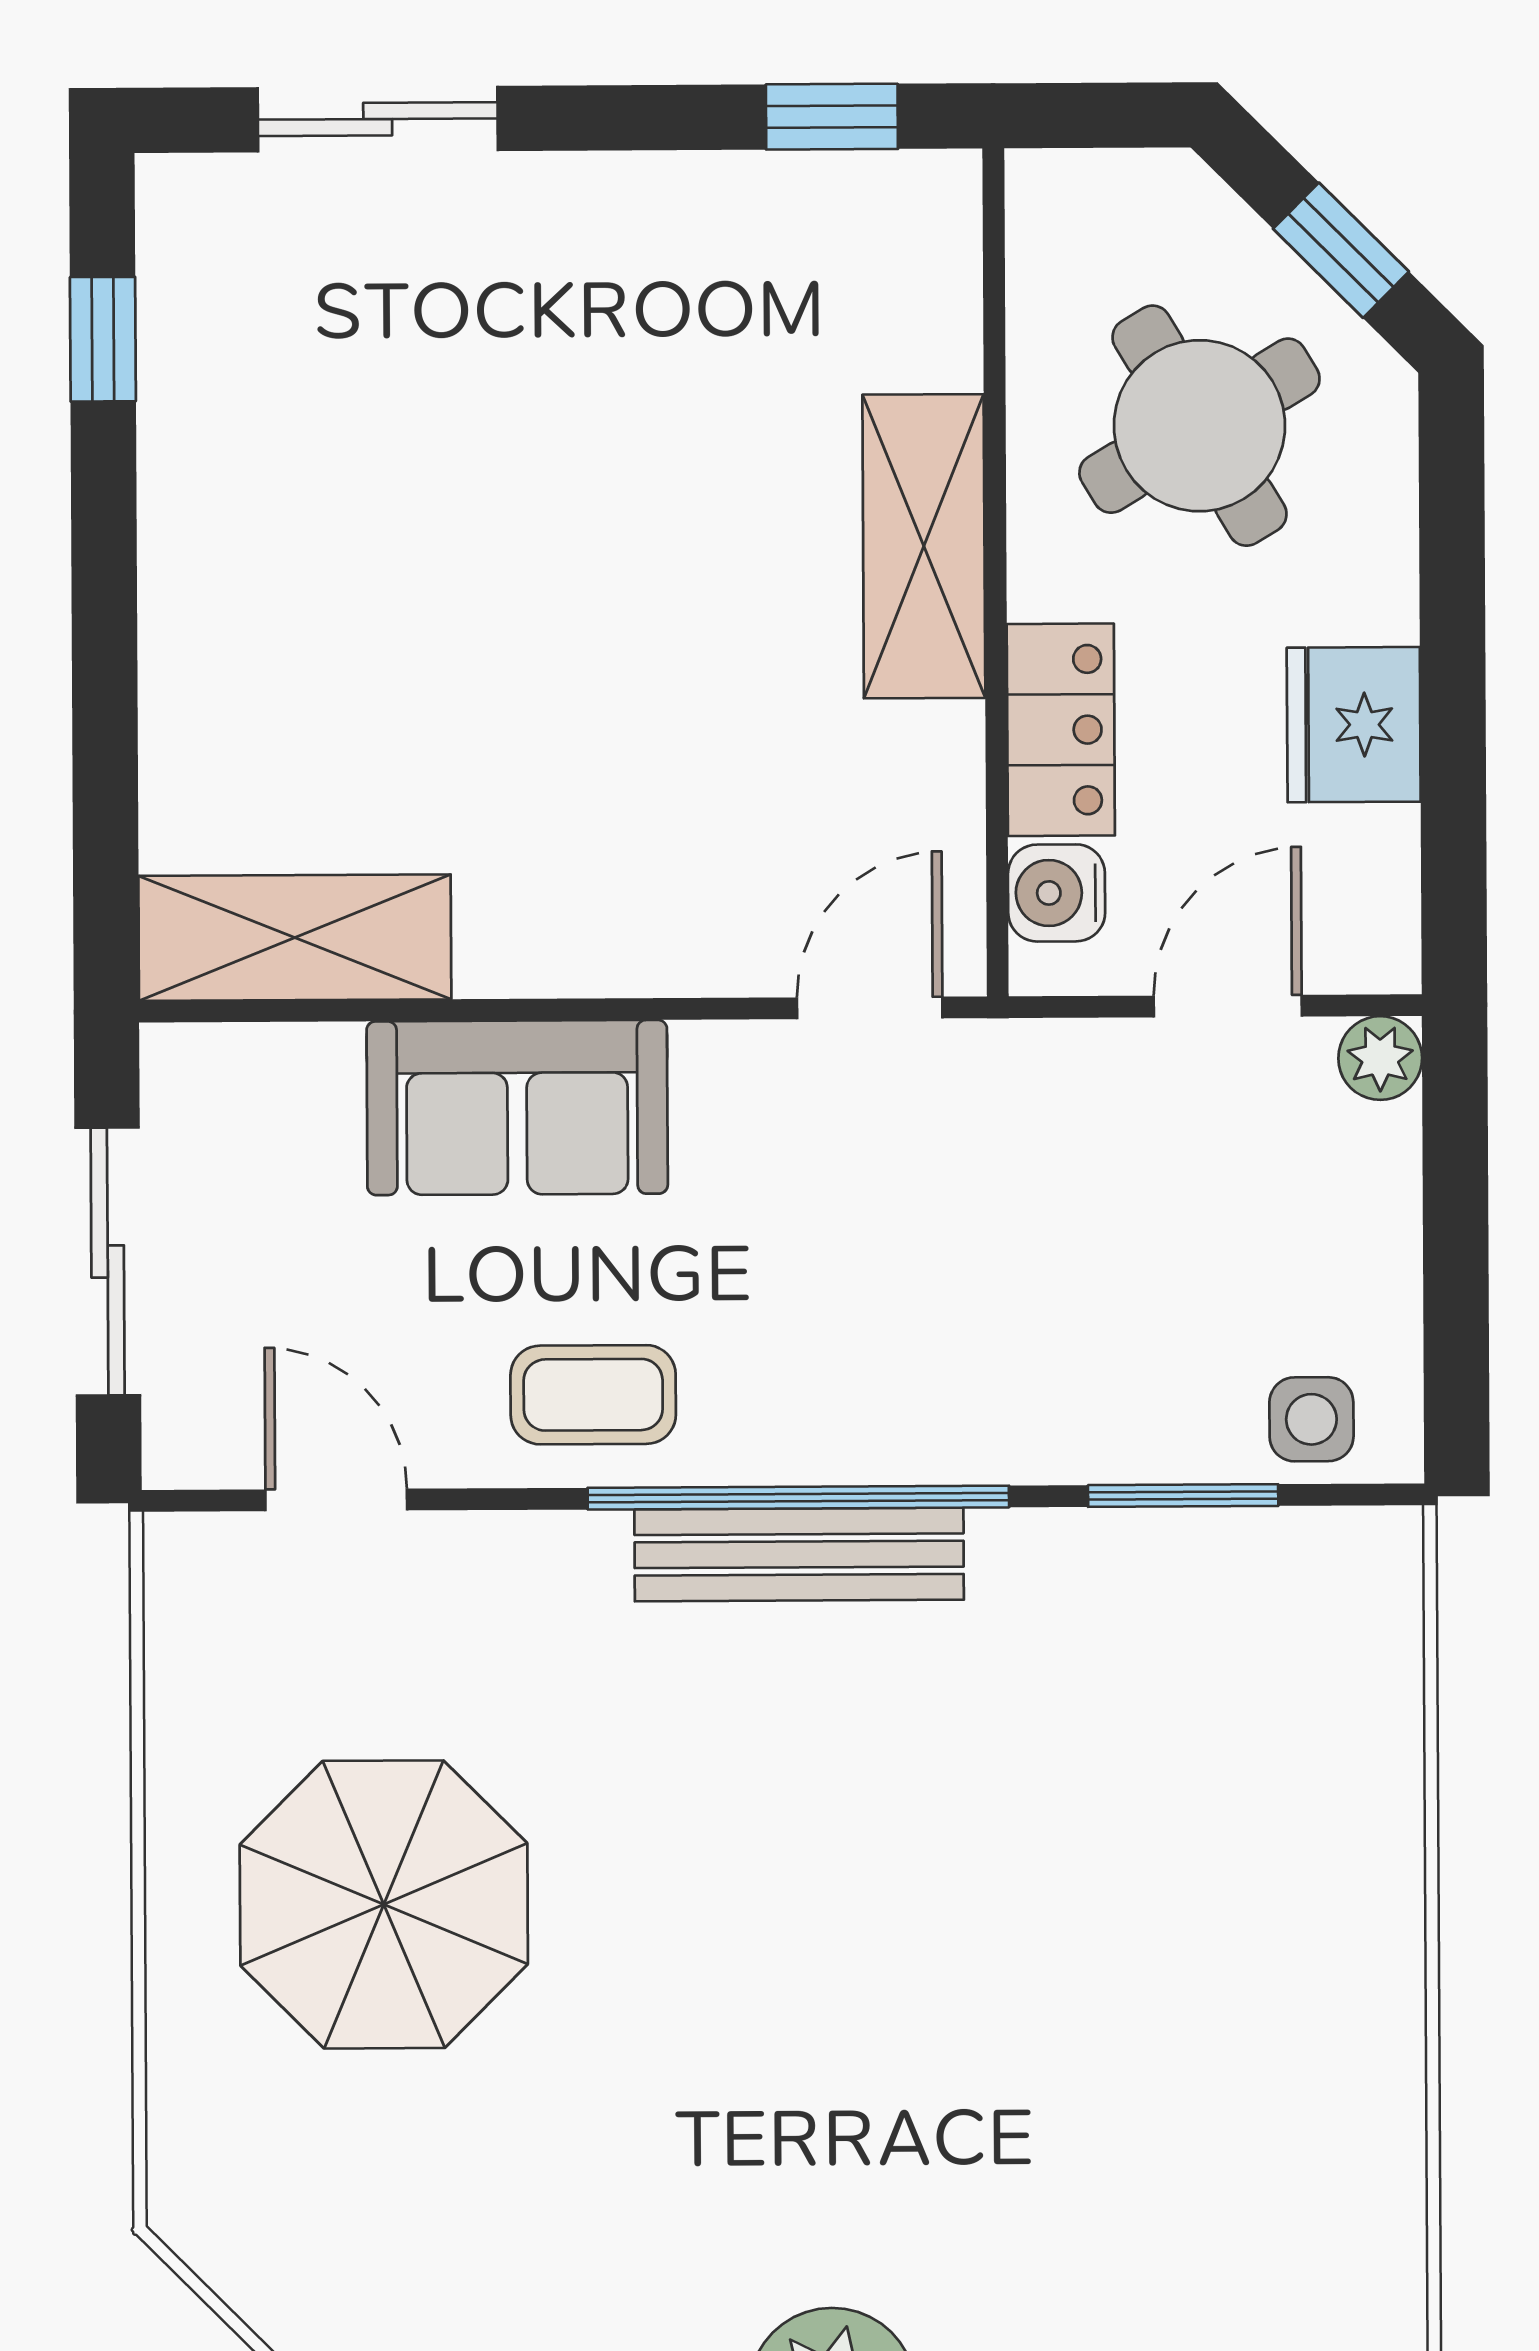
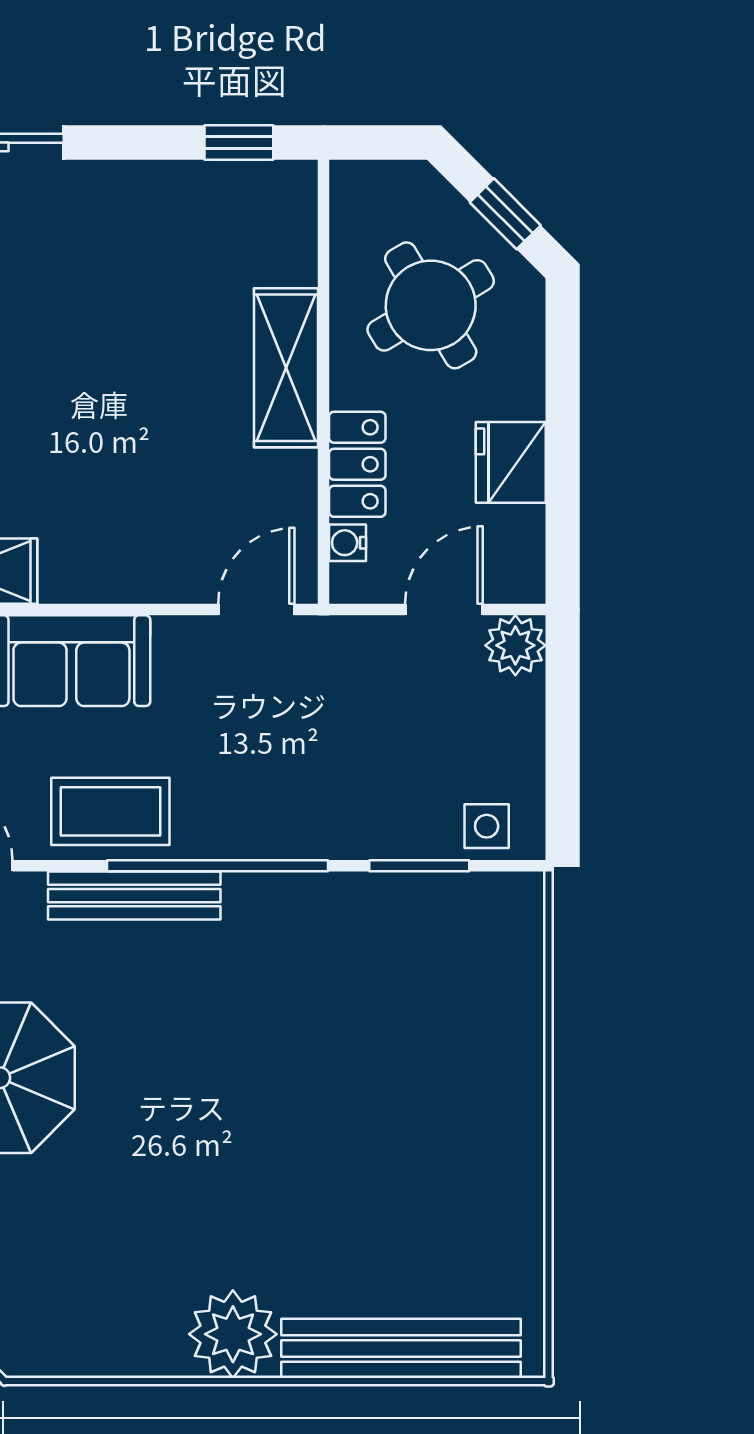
water cooler: (1057, 893) -> (348, 543), width x0.72, depth x0.72
plant: (1380, 1058) -> (515, 645), width x1.38, depth x1.38
coffee table: (593, 1395) -> (110, 811), width x1.36, depth x1.30
bench: (799, 1554) -> (134, 896), moved

